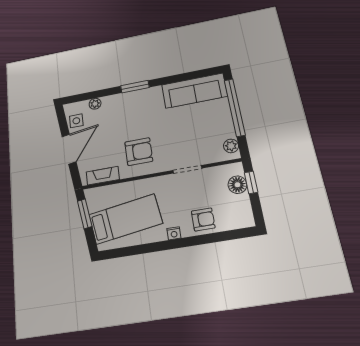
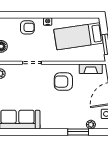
window: (135, 87) -> (78, 132), moved
armchair: (203, 219) -> (27, 27), turned 180

